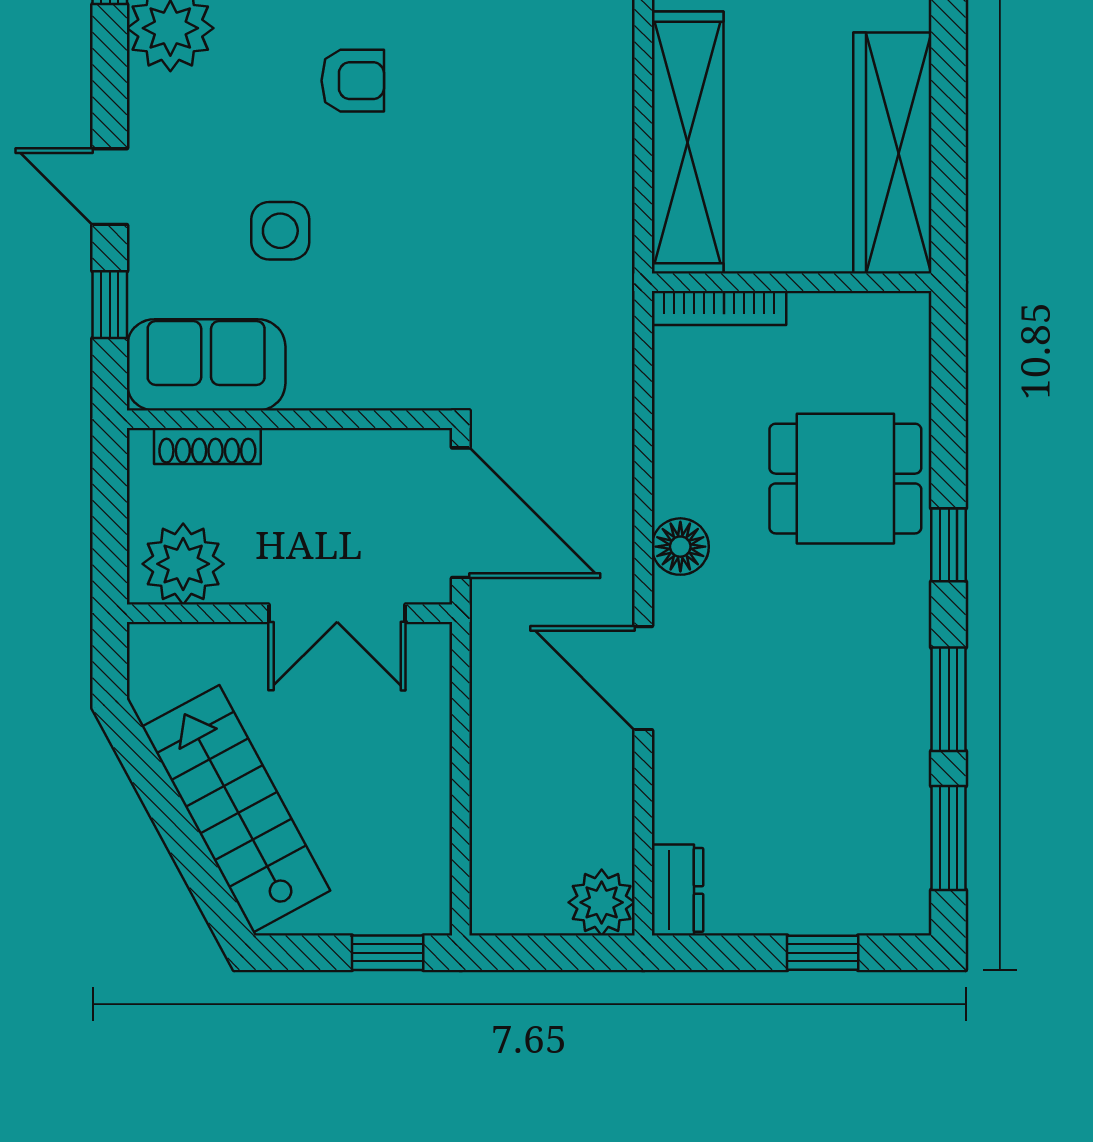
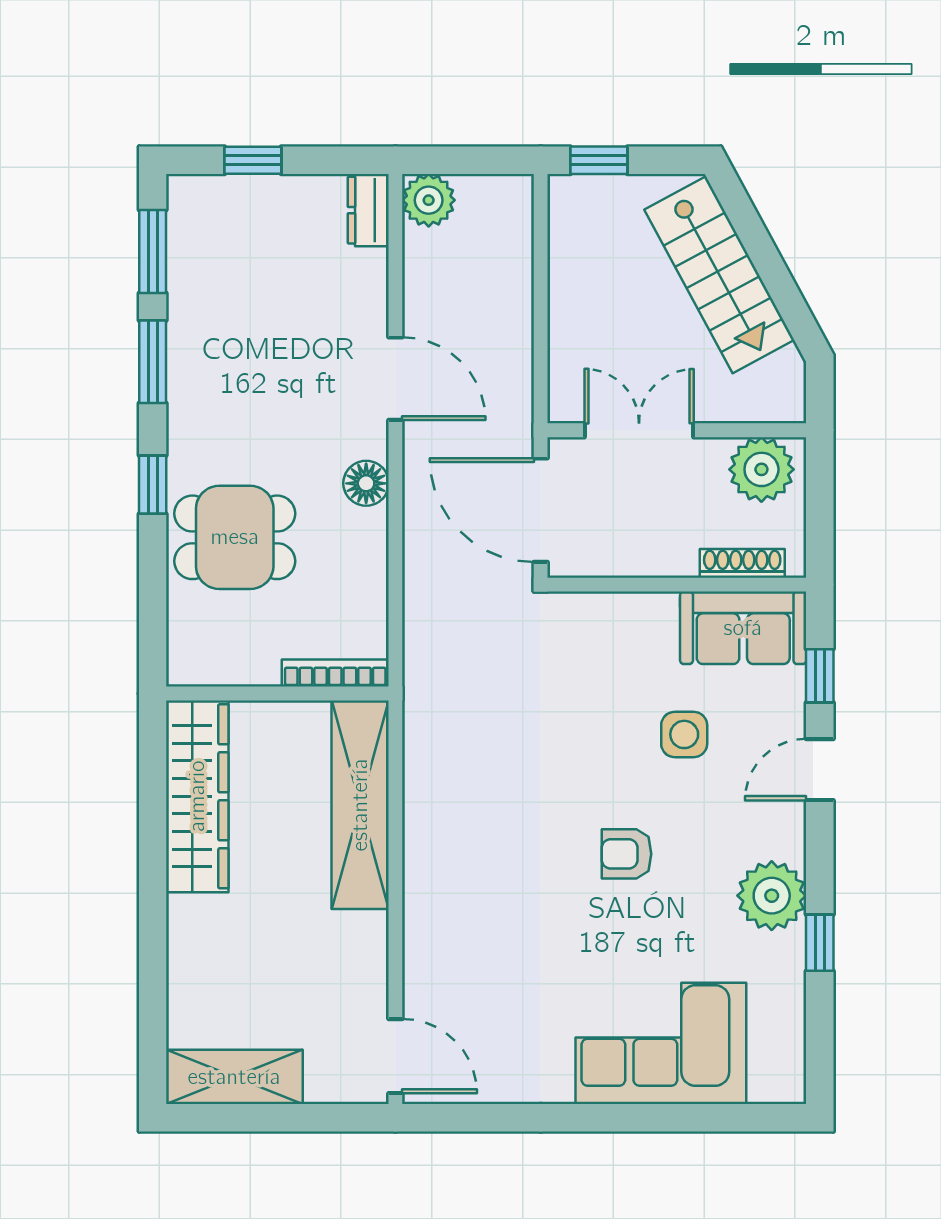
door: (110, 187) -> (820, 770), swing flipped

